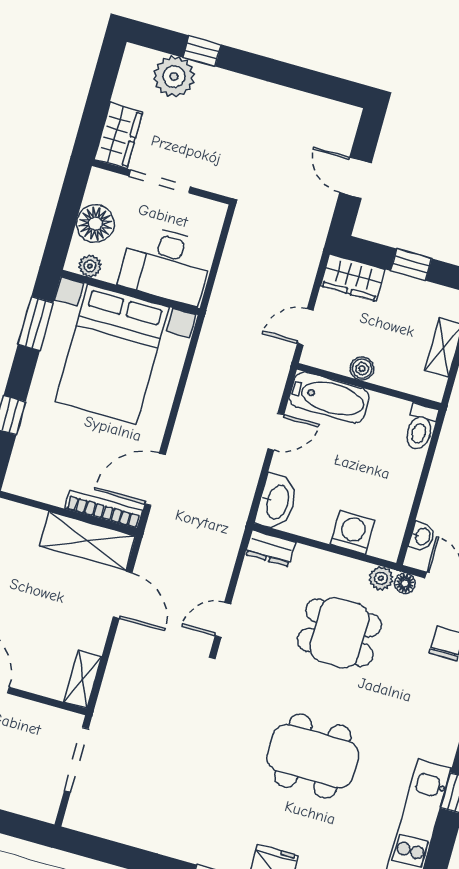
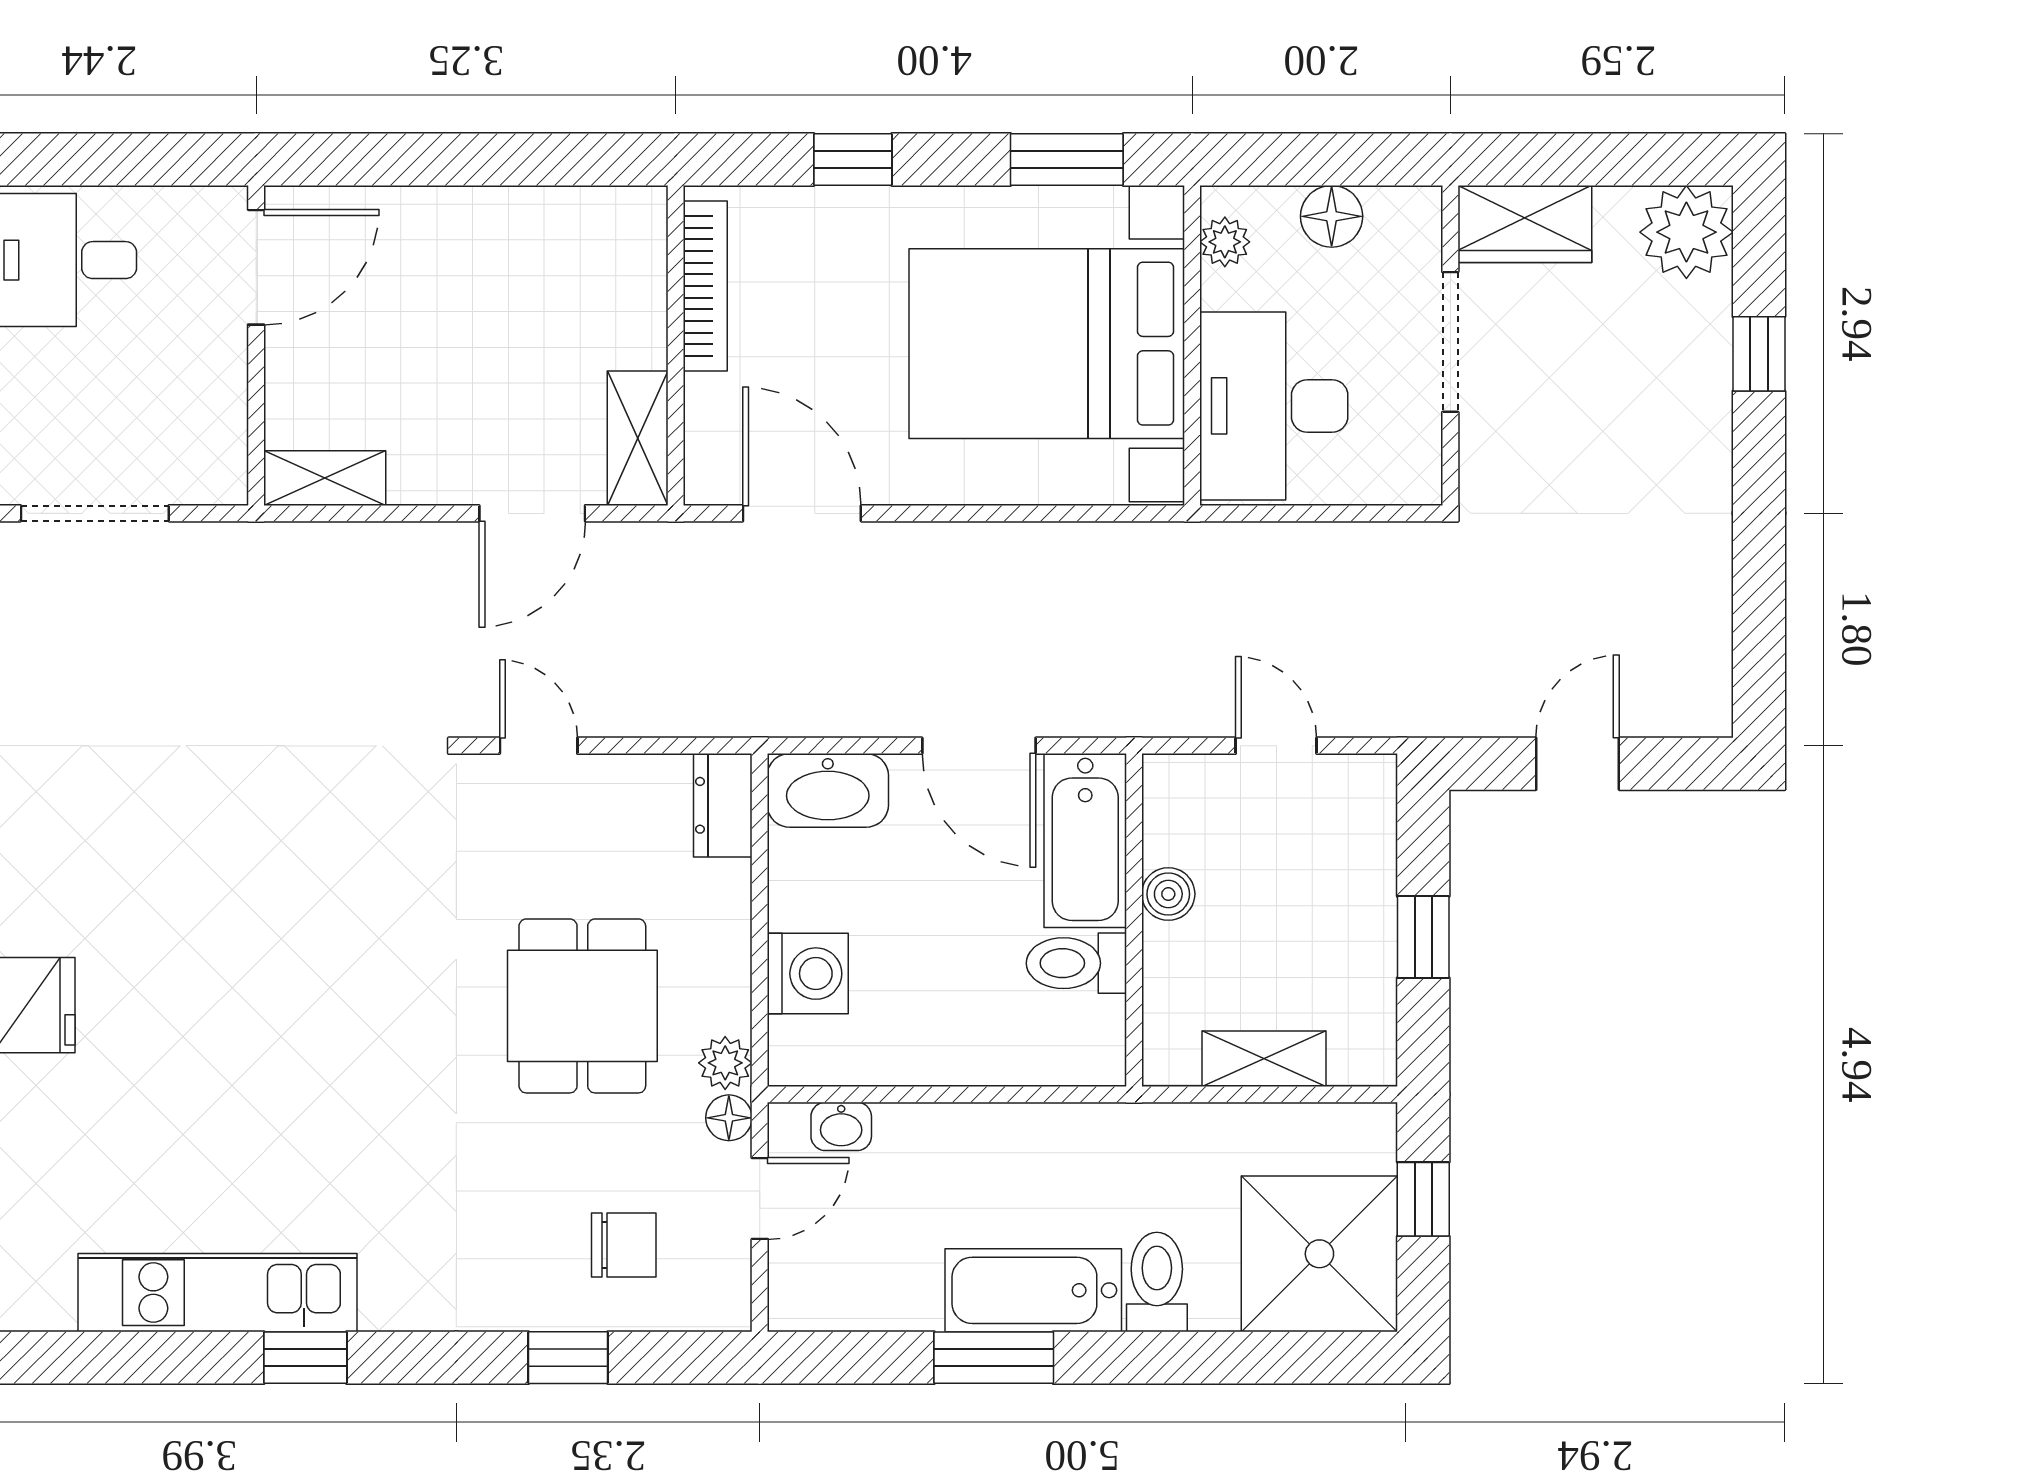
plant: (174, 77) -> (1686, 232), moved
floor lamp: (95, 224) -> (1332, 216), width x0.73, depth x0.73
wardrobe: (353, 278) -> (1360, 819), removed
door: (305, 327) -> (1276, 746), moved
toilet: (420, 427) -> (1076, 963), moved
door: (276, 432) -> (979, 746), width x1.37
bookcase: (104, 510) -> (705, 286), moved
shelving: (88, 541) -> (638, 438), width x0.67, depth x0.75
dining table: (313, 756) -> (298, 1024), removed
doorway: (76, 760) -> (95, 513), moved

